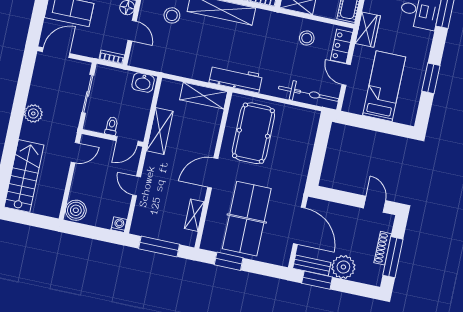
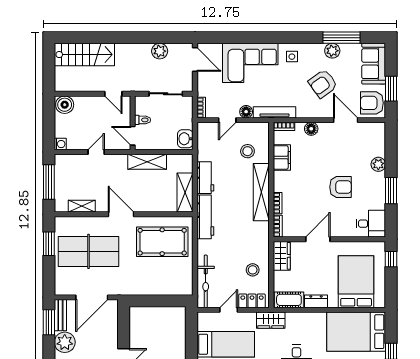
workbench: (192, 69) -> (205, 178), added
plant: (33, 113) -> (160, 51), moved

